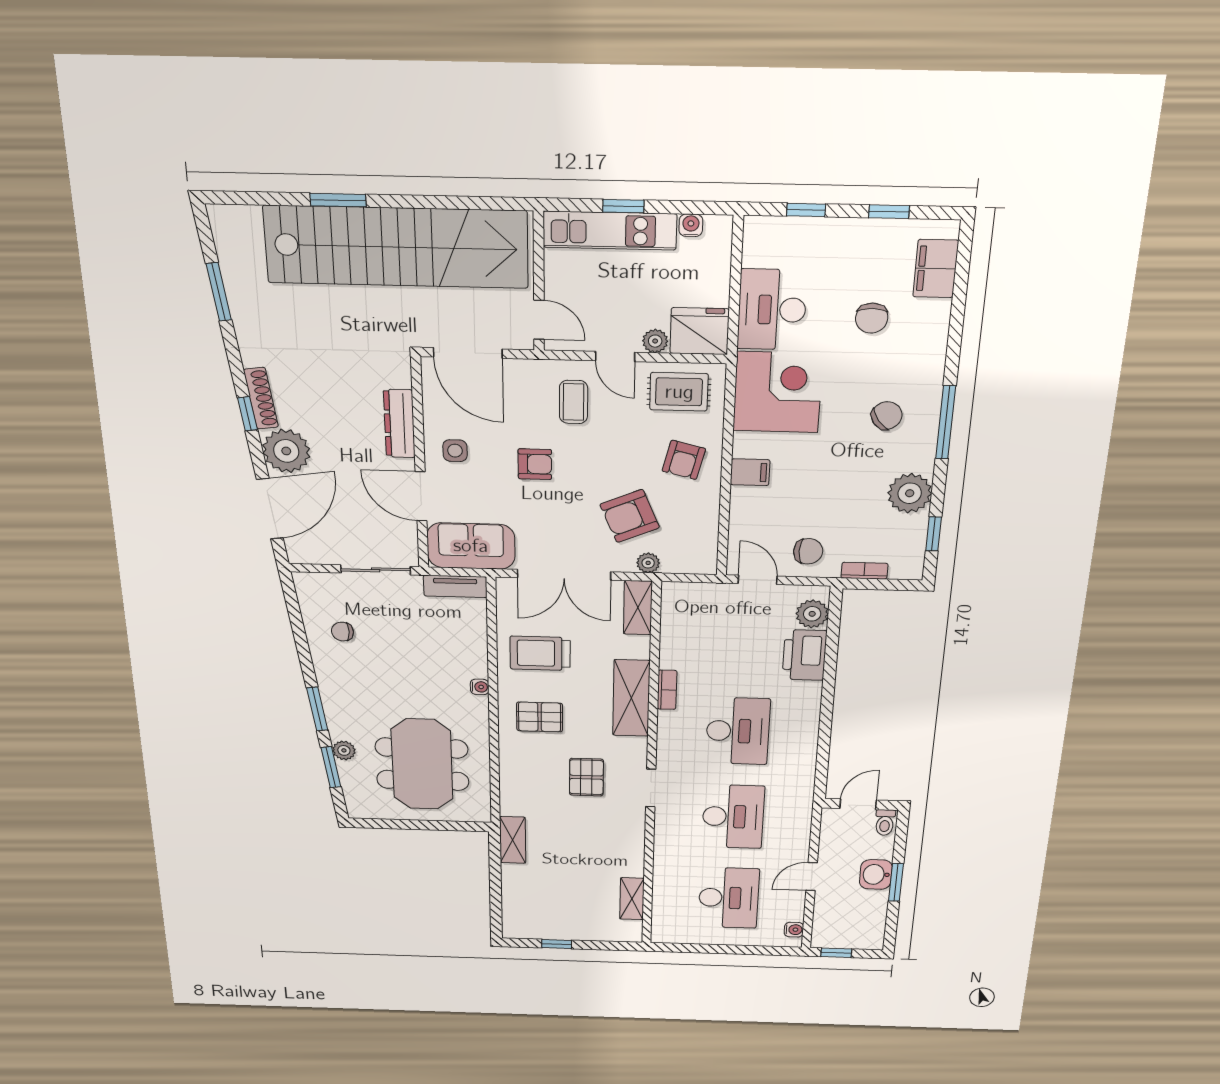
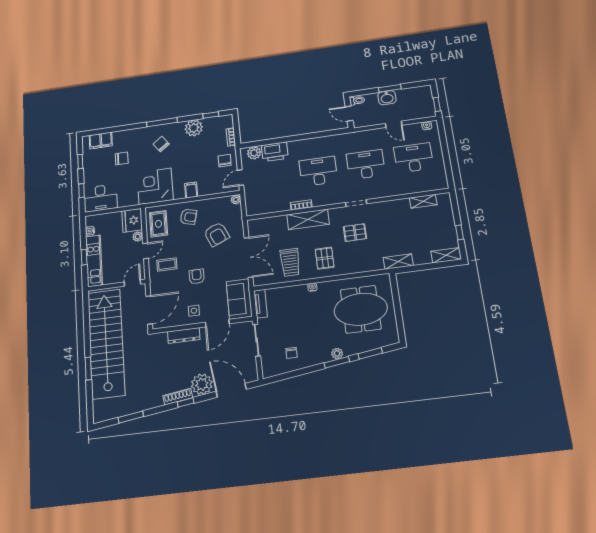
desk: (772, 310) -> (100, 198), moved
plant: (648, 563) -> (236, 200), moved
shelving: (638, 608) -> (446, 255), moved
plant: (344, 750) -> (337, 353), moved

